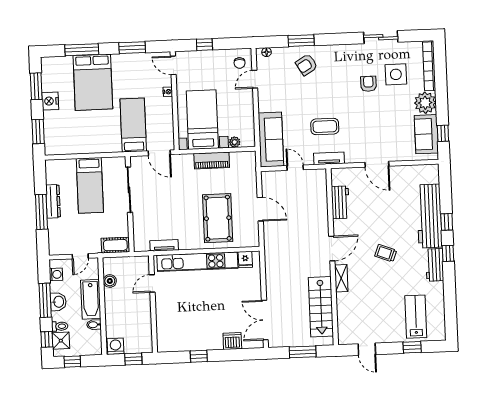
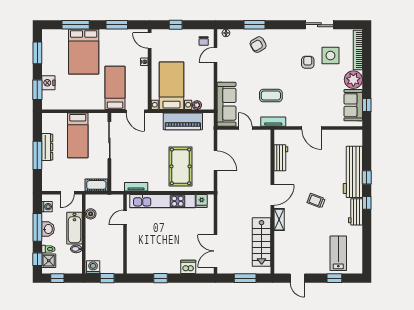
nightstand: (50, 101) -> (48, 83), moved
piano: (212, 160) -> (183, 121), width x1.37, depth x1.33

